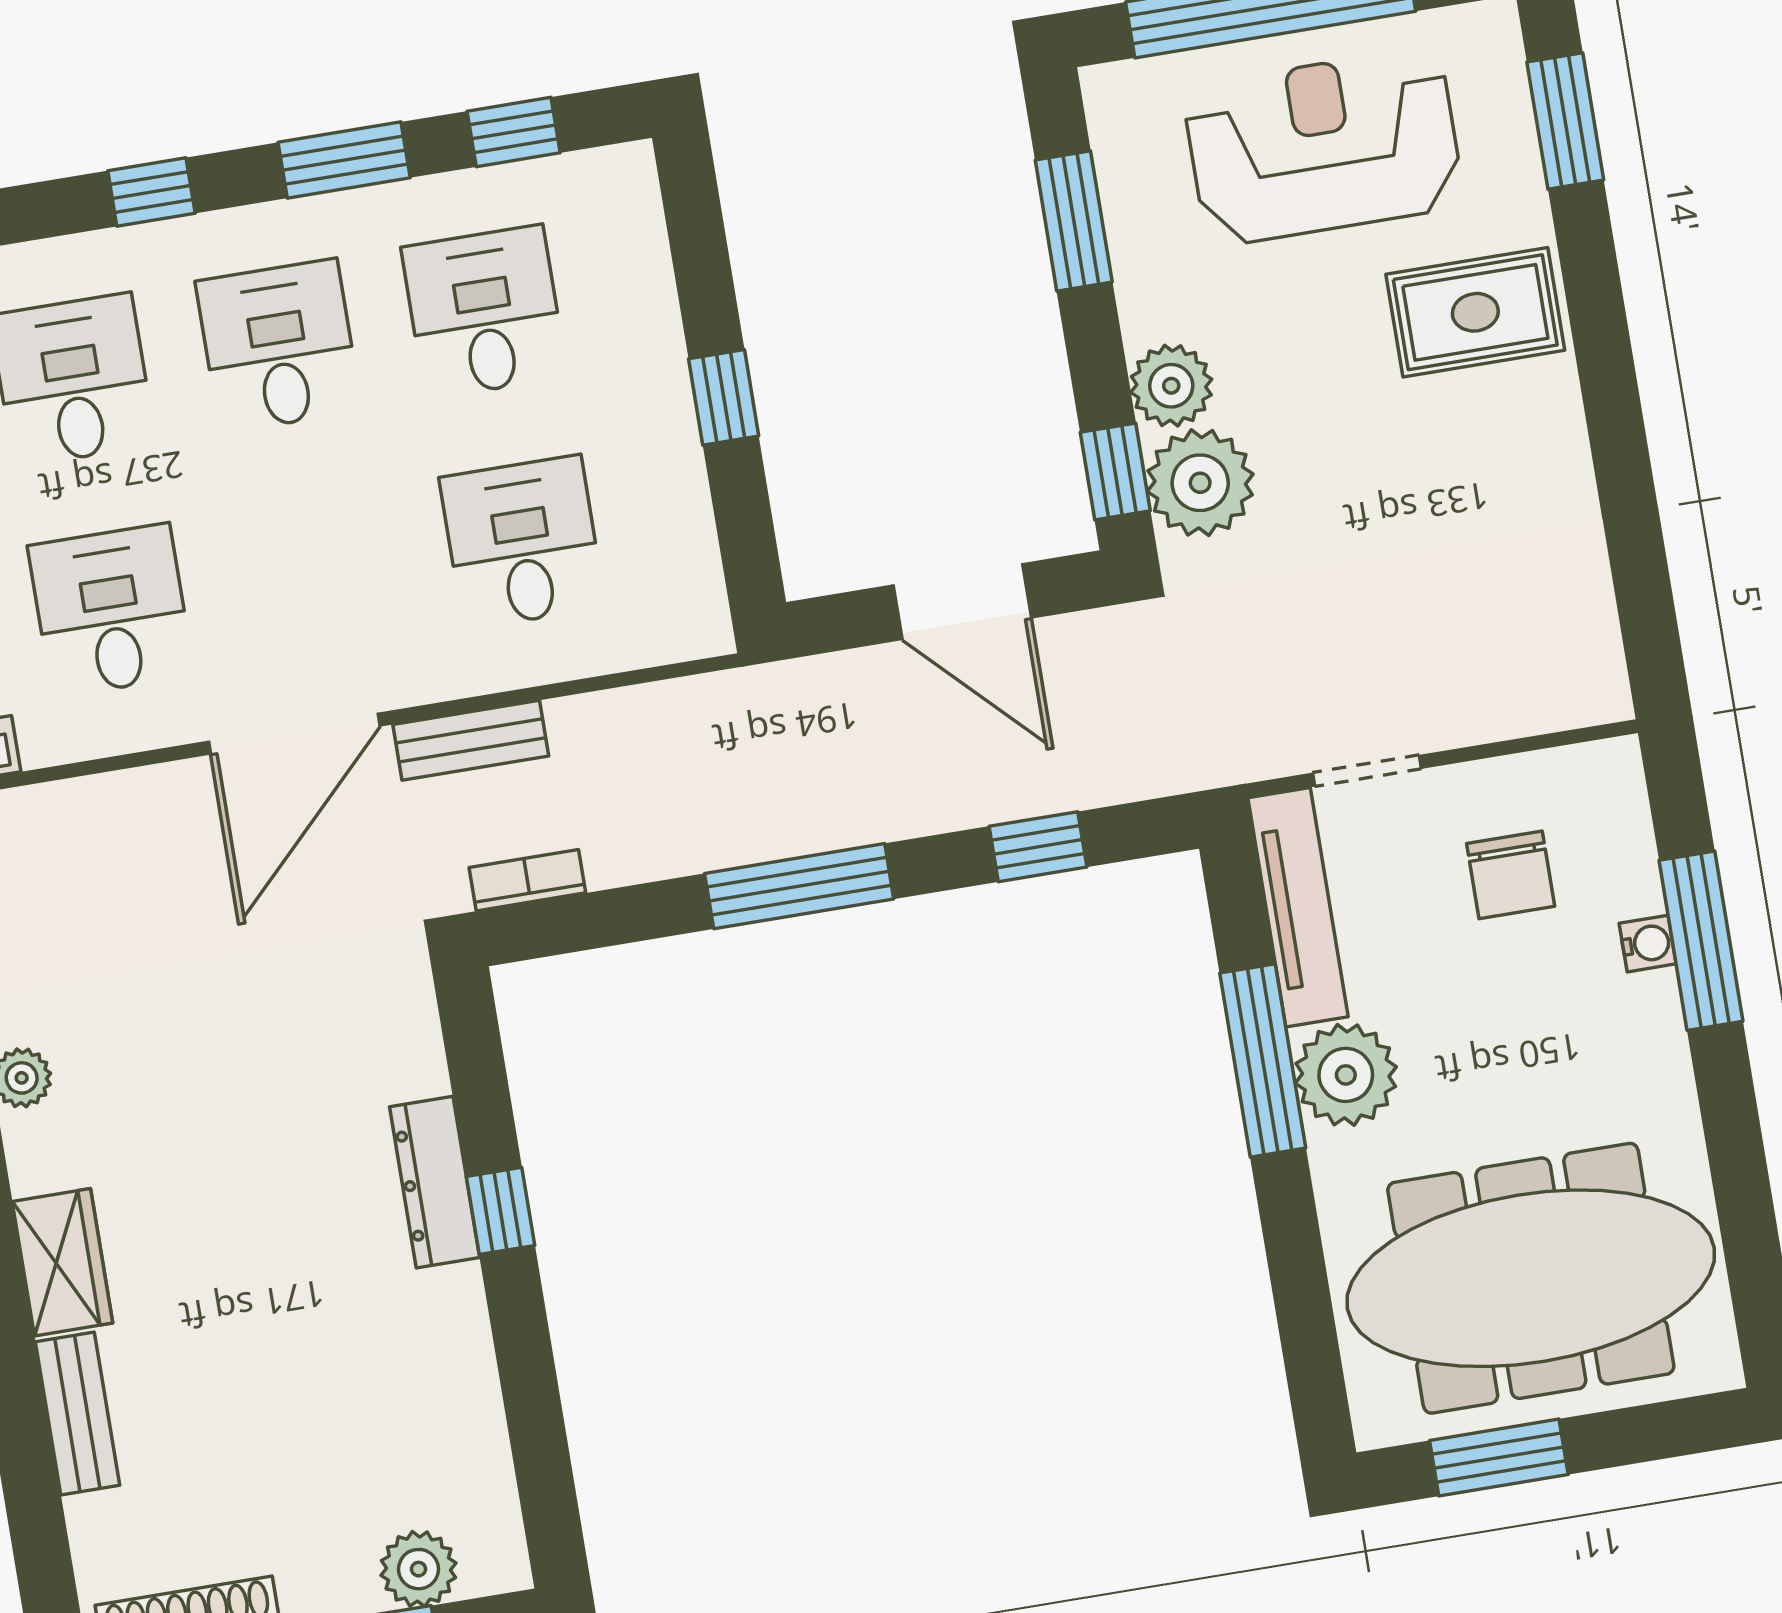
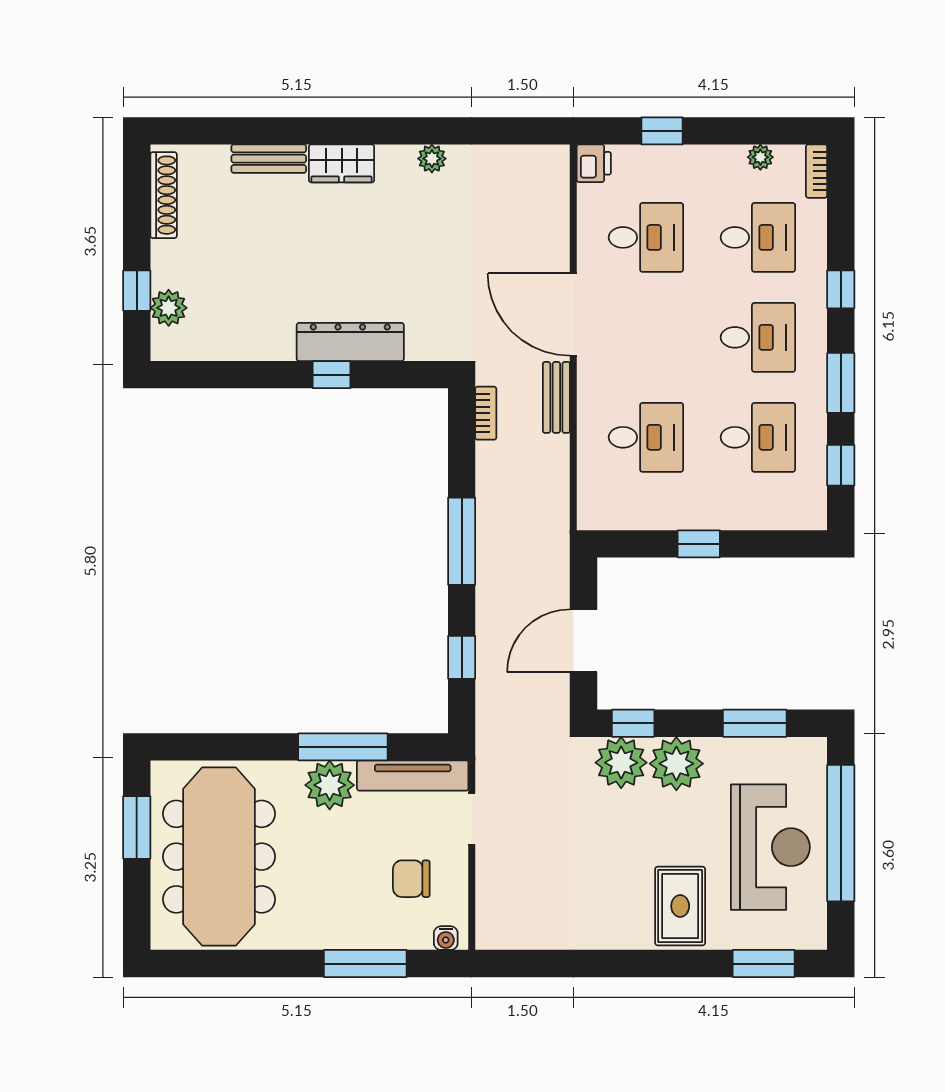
plant: (1171, 386) -> (676, 764), width x1.36, depth x1.36
water cooler: (1648, 944) -> (446, 938), moved
dresser: (435, 1182) -> (350, 342), width x1.37, depth x1.24

